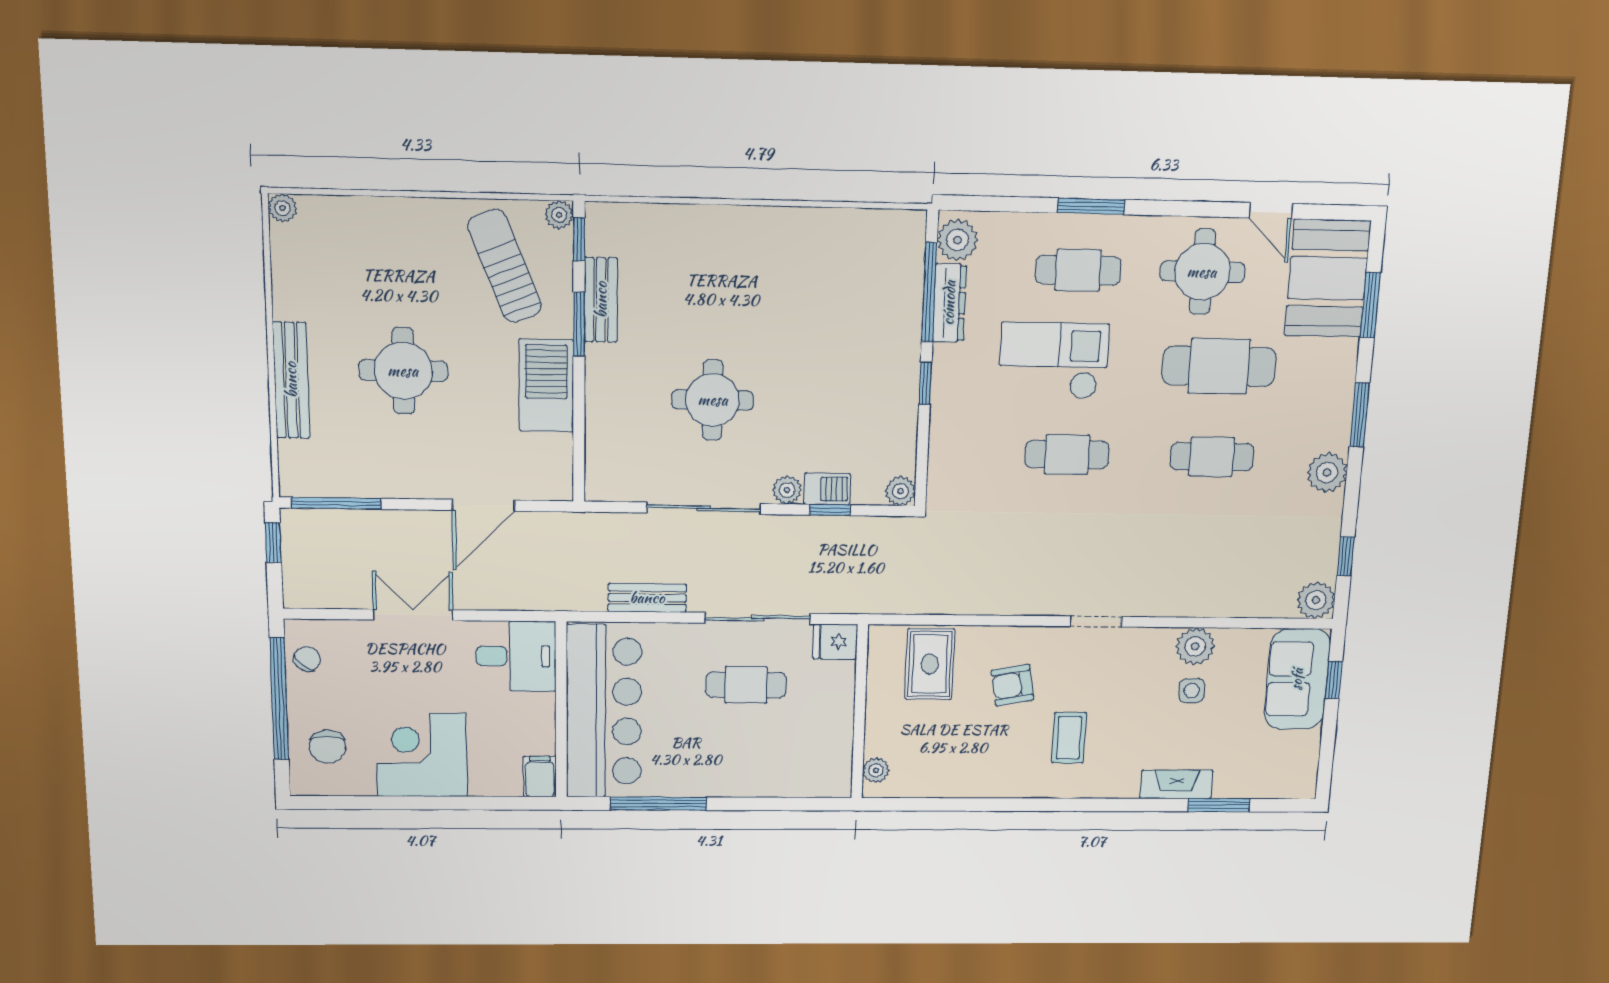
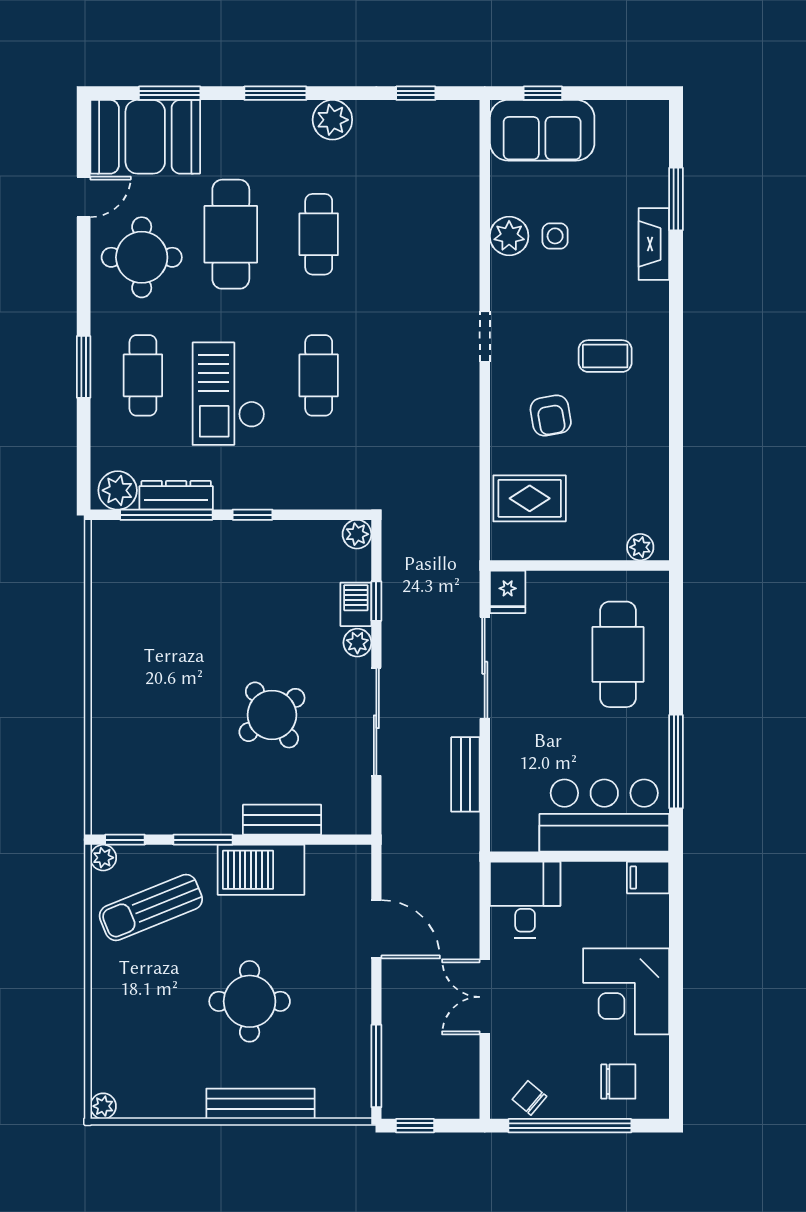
bench: (601, 300) -> (282, 820), moved
round table: (713, 400) -> (272, 715), turned -36
plant: (1316, 600) -> (461, 119), removed
cafe table: (746, 685) -> (618, 654), moved, width x1.37, depth x1.35
bar counter: (604, 711) -> (604, 815), width x0.73

